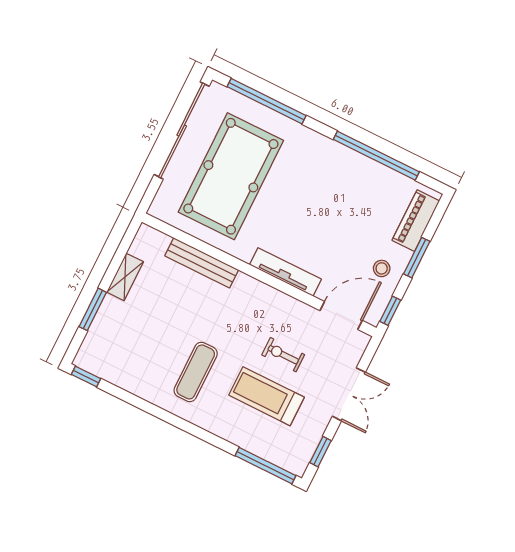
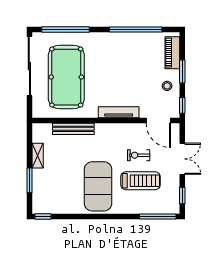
door: (341, 316) -> (158, 120), swing flipped
exercise mat: (196, 372) -> (98, 186), width x2.00, depth x1.45
treadmill: (267, 396) -> (141, 181), turned 180

